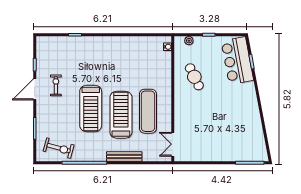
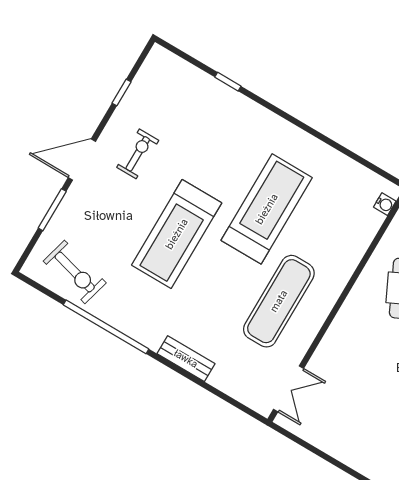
door: (35, 89) -> (82, 159), moved
treadmill: (121, 115) -> (267, 209), moved
double door: (173, 144) -> (289, 389), swing flipped
bench: (124, 156) -> (186, 359), width x0.73

